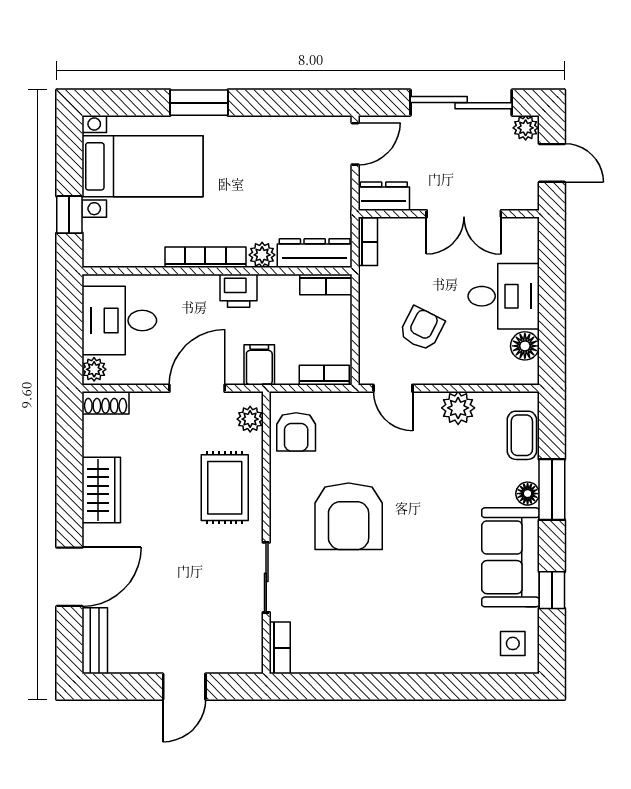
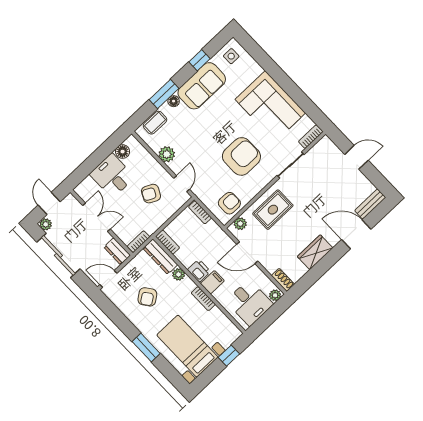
armchair: (273, 177) -> (147, 297), added
bookcase: (205, 257) -> (203, 299), width x0.64
filing cabinet: (259, 365) -> (212, 282), moved, turned 180
corner sofa: (383, 631) -> (270, 106), added

